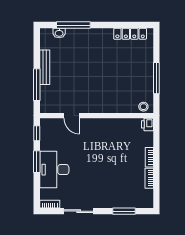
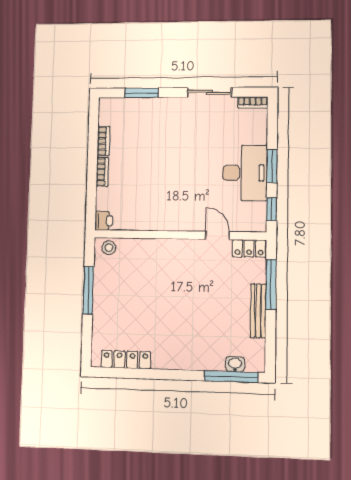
window: (73, 25) -> (231, 377), moved
locker: (51, 108) -> (249, 248), added
desk: (54, 170) -> (245, 173), moved

